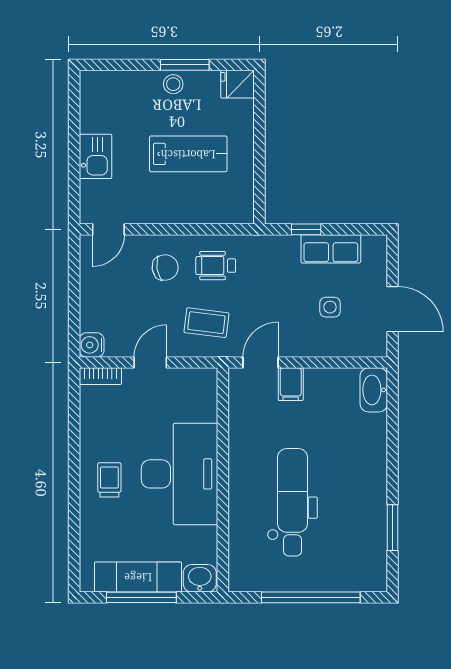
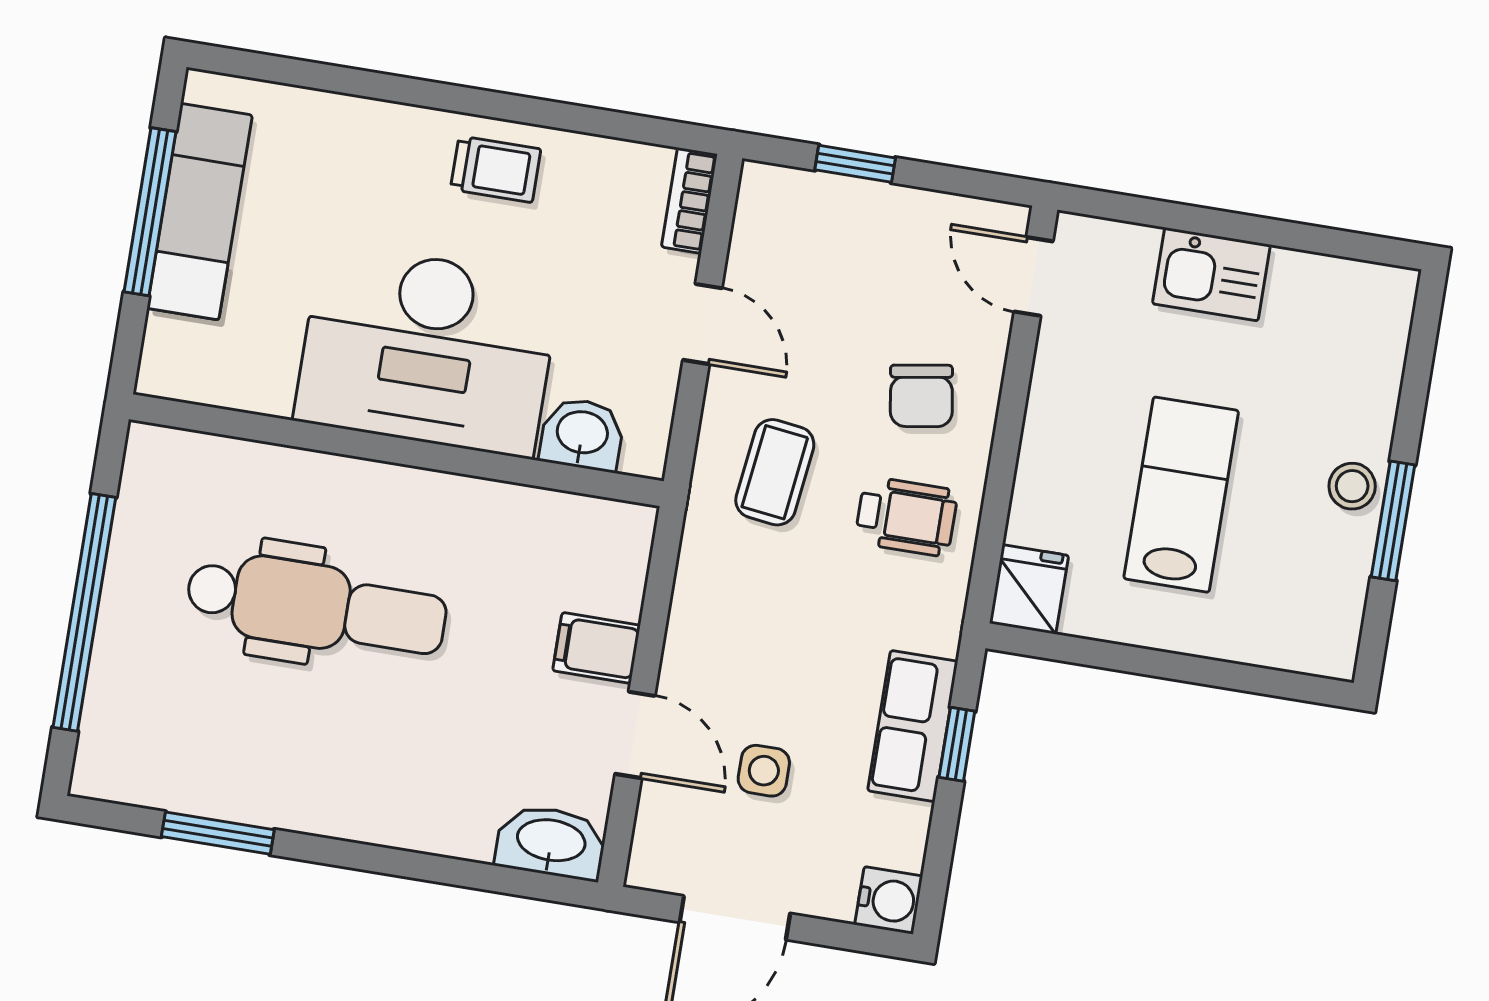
fridge: (237, 84) -> (1029, 589), moved
lab bench: (188, 154) -> (1181, 495), turned 180
row of seats: (331, 249) -> (913, 726), moved
wheelchair: (216, 266) -> (906, 516), turned 90
window: (74, 310) -> (855, 164), added
water cooler: (92, 345) -> (889, 900), moved, turned 90
door: (261, 363) -> (635, 735), moved
trolley: (109, 480) -> (496, 169), moved
washbasin: (200, 578) -> (582, 434), moved, turned -90

